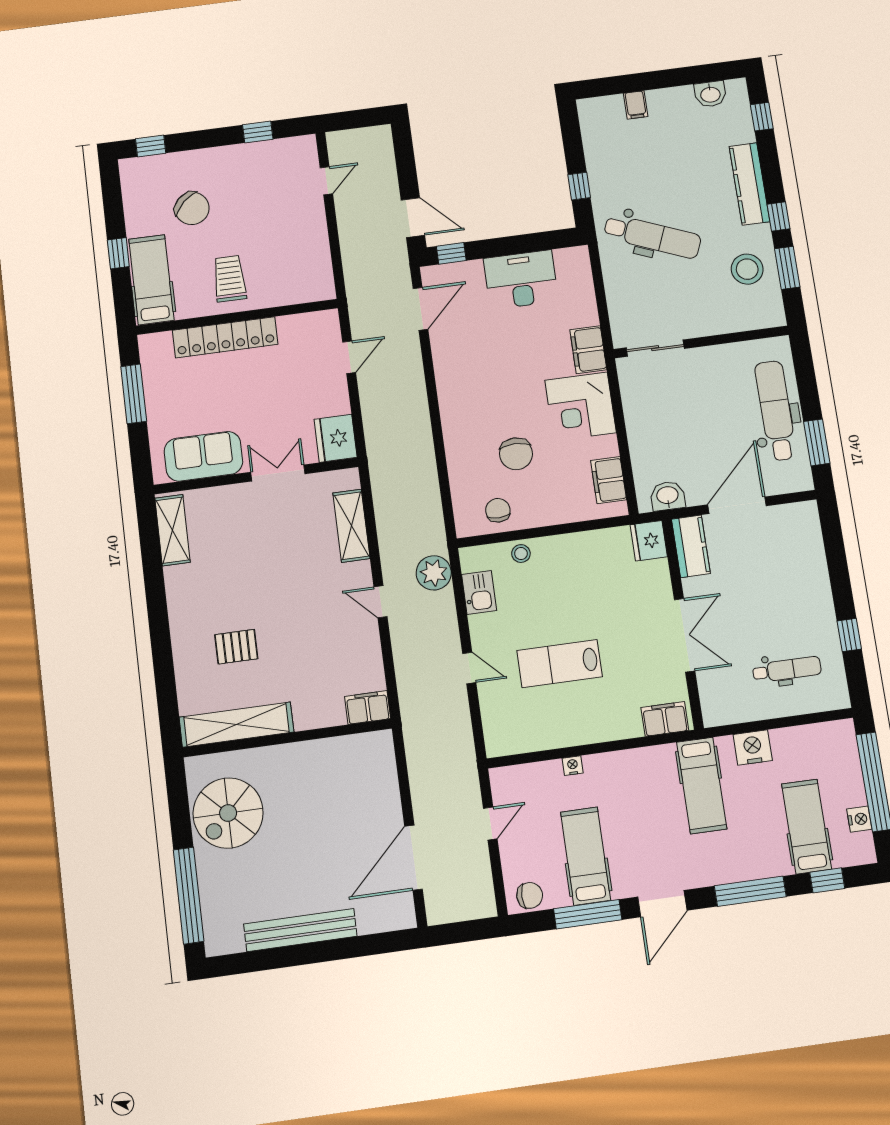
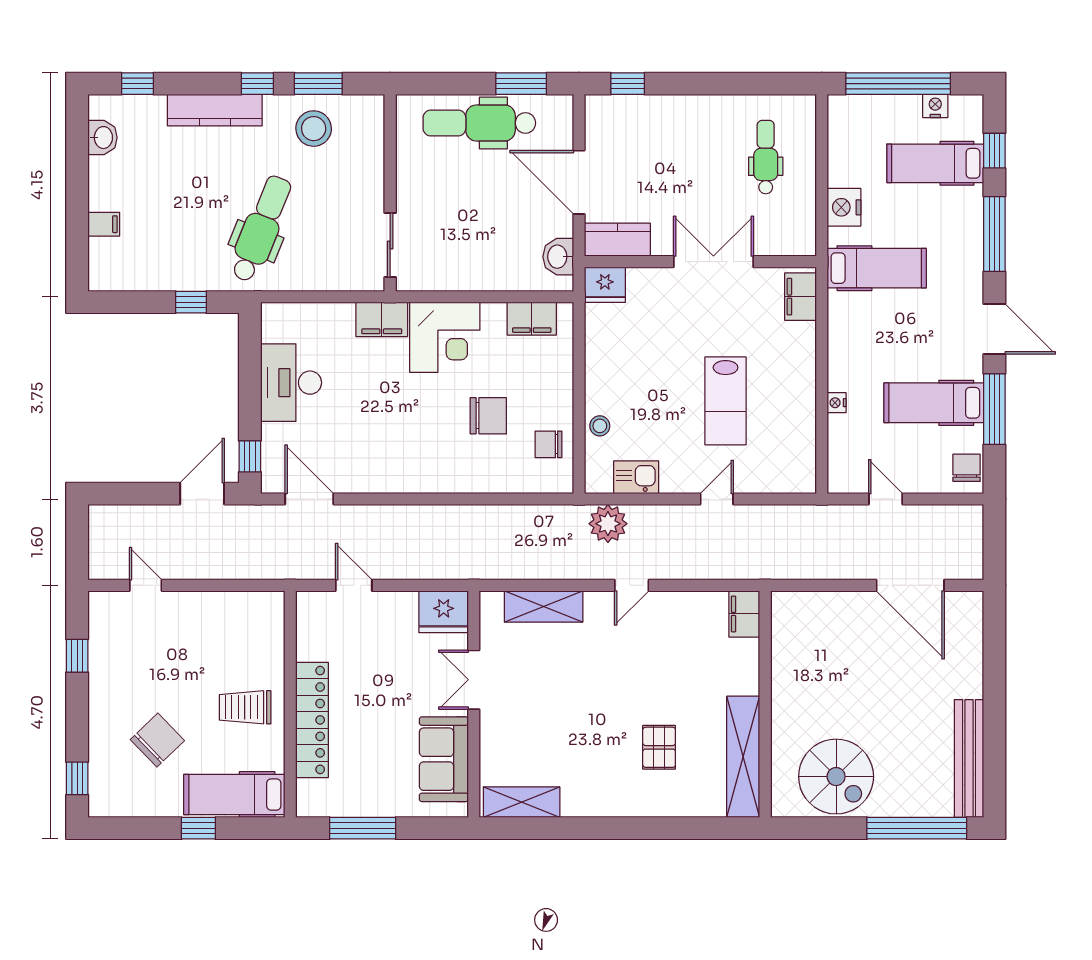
window: (849, 635) -> (628, 84), moved
bench: (300, 930) -> (969, 758), moved

